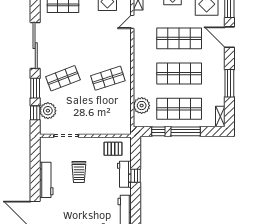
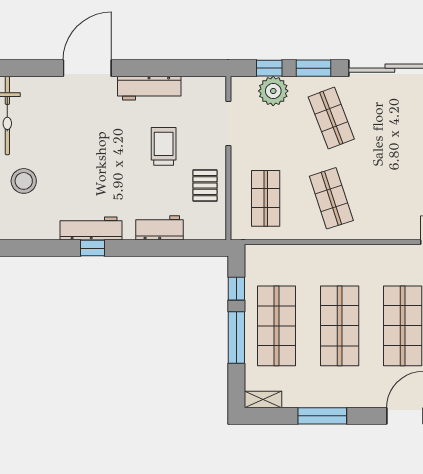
plant: (142, 106) -> (282, 259), removed
shop shelf: (108, 115) -> (266, 198), added
pallet: (113, 149) -> (205, 186), moved
trolley: (79, 172) -> (164, 146), turned 90
window: (136, 176) -> (93, 248), moved

